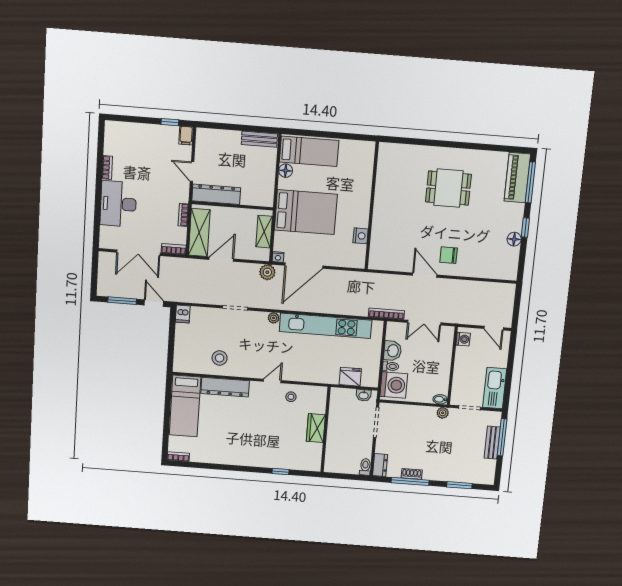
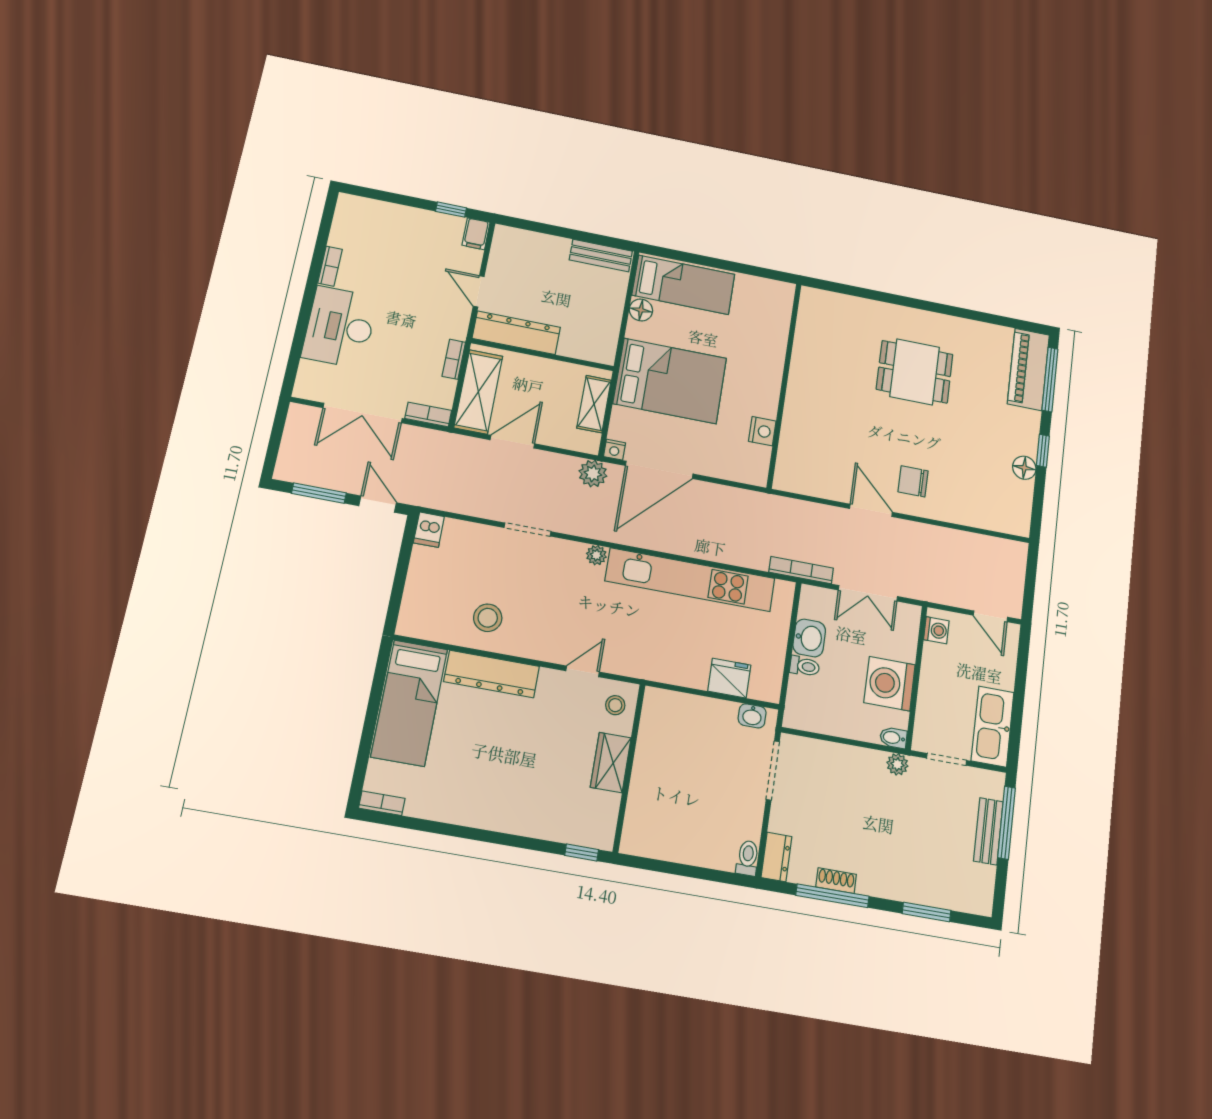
washing machine: (394, 385) -> (890, 684), moved, turned 180
wardrobe: (316, 428) -> (611, 763), moved
wall: (326, 430) -> (629, 768), moved

